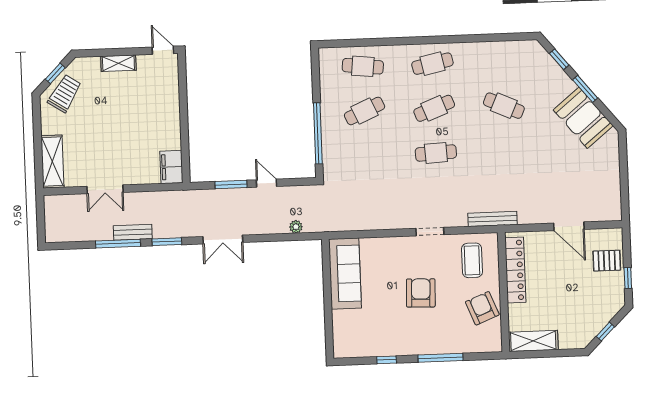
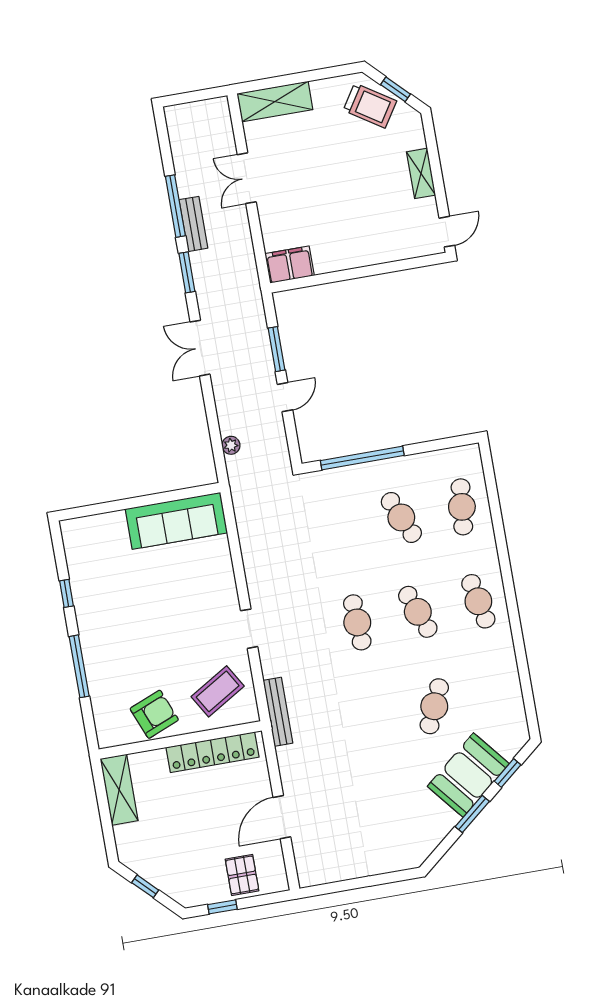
booth: (583, 118) -> (468, 775), moved
coffee table: (472, 260) -> (218, 691), turned -31
armchair: (421, 293) -> (164, 628), removed

